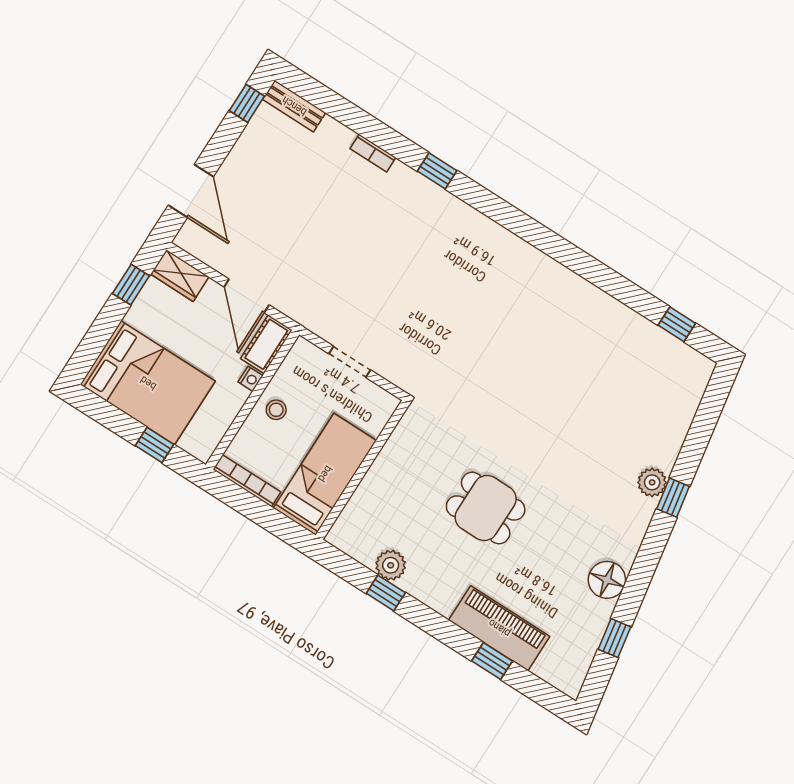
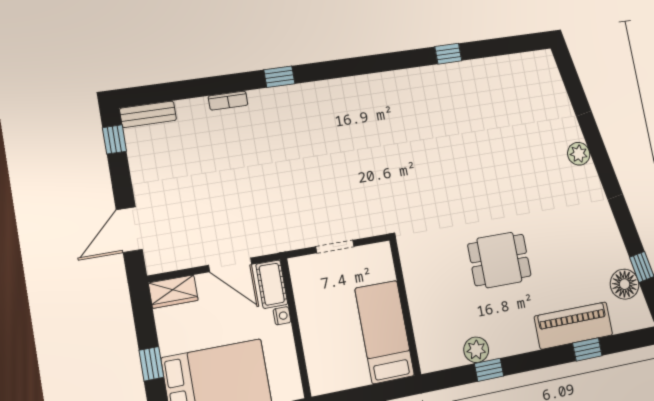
door: (191, 191) -> (129, 230), swing flipped
window: (131, 285) -> (151, 364), moved
window: (677, 324) -> (448, 54), moved
stool: (276, 410) -> (317, 320), removed
bookcase: (247, 481) -> (340, 383), removed
window: (673, 498) -> (598, 152), removed
floor lamp: (607, 580) -> (625, 284), moved

